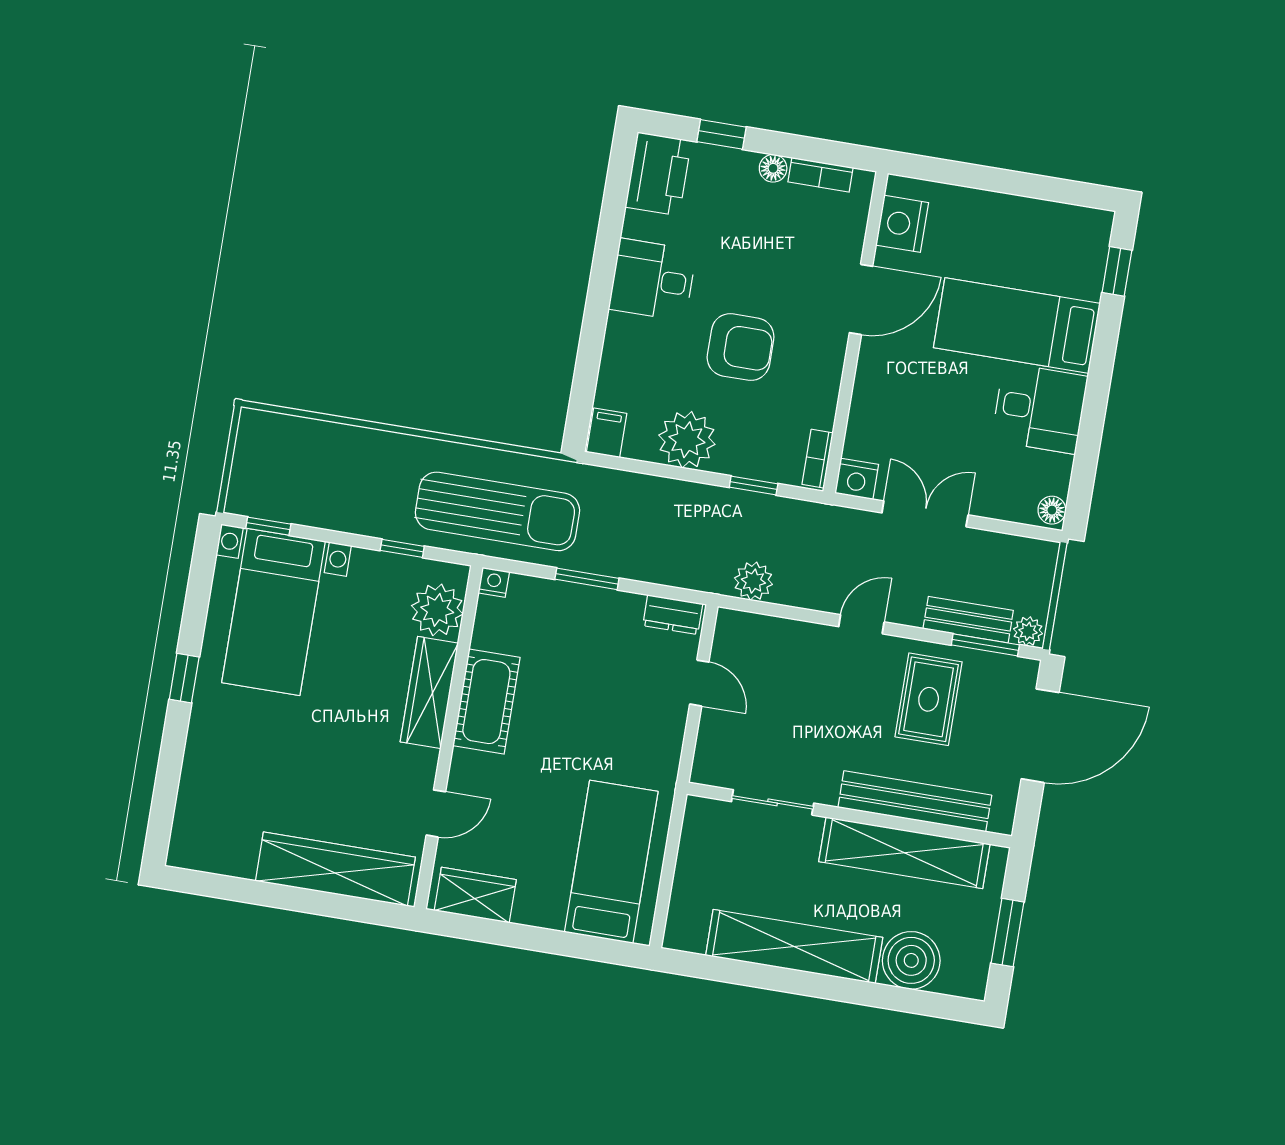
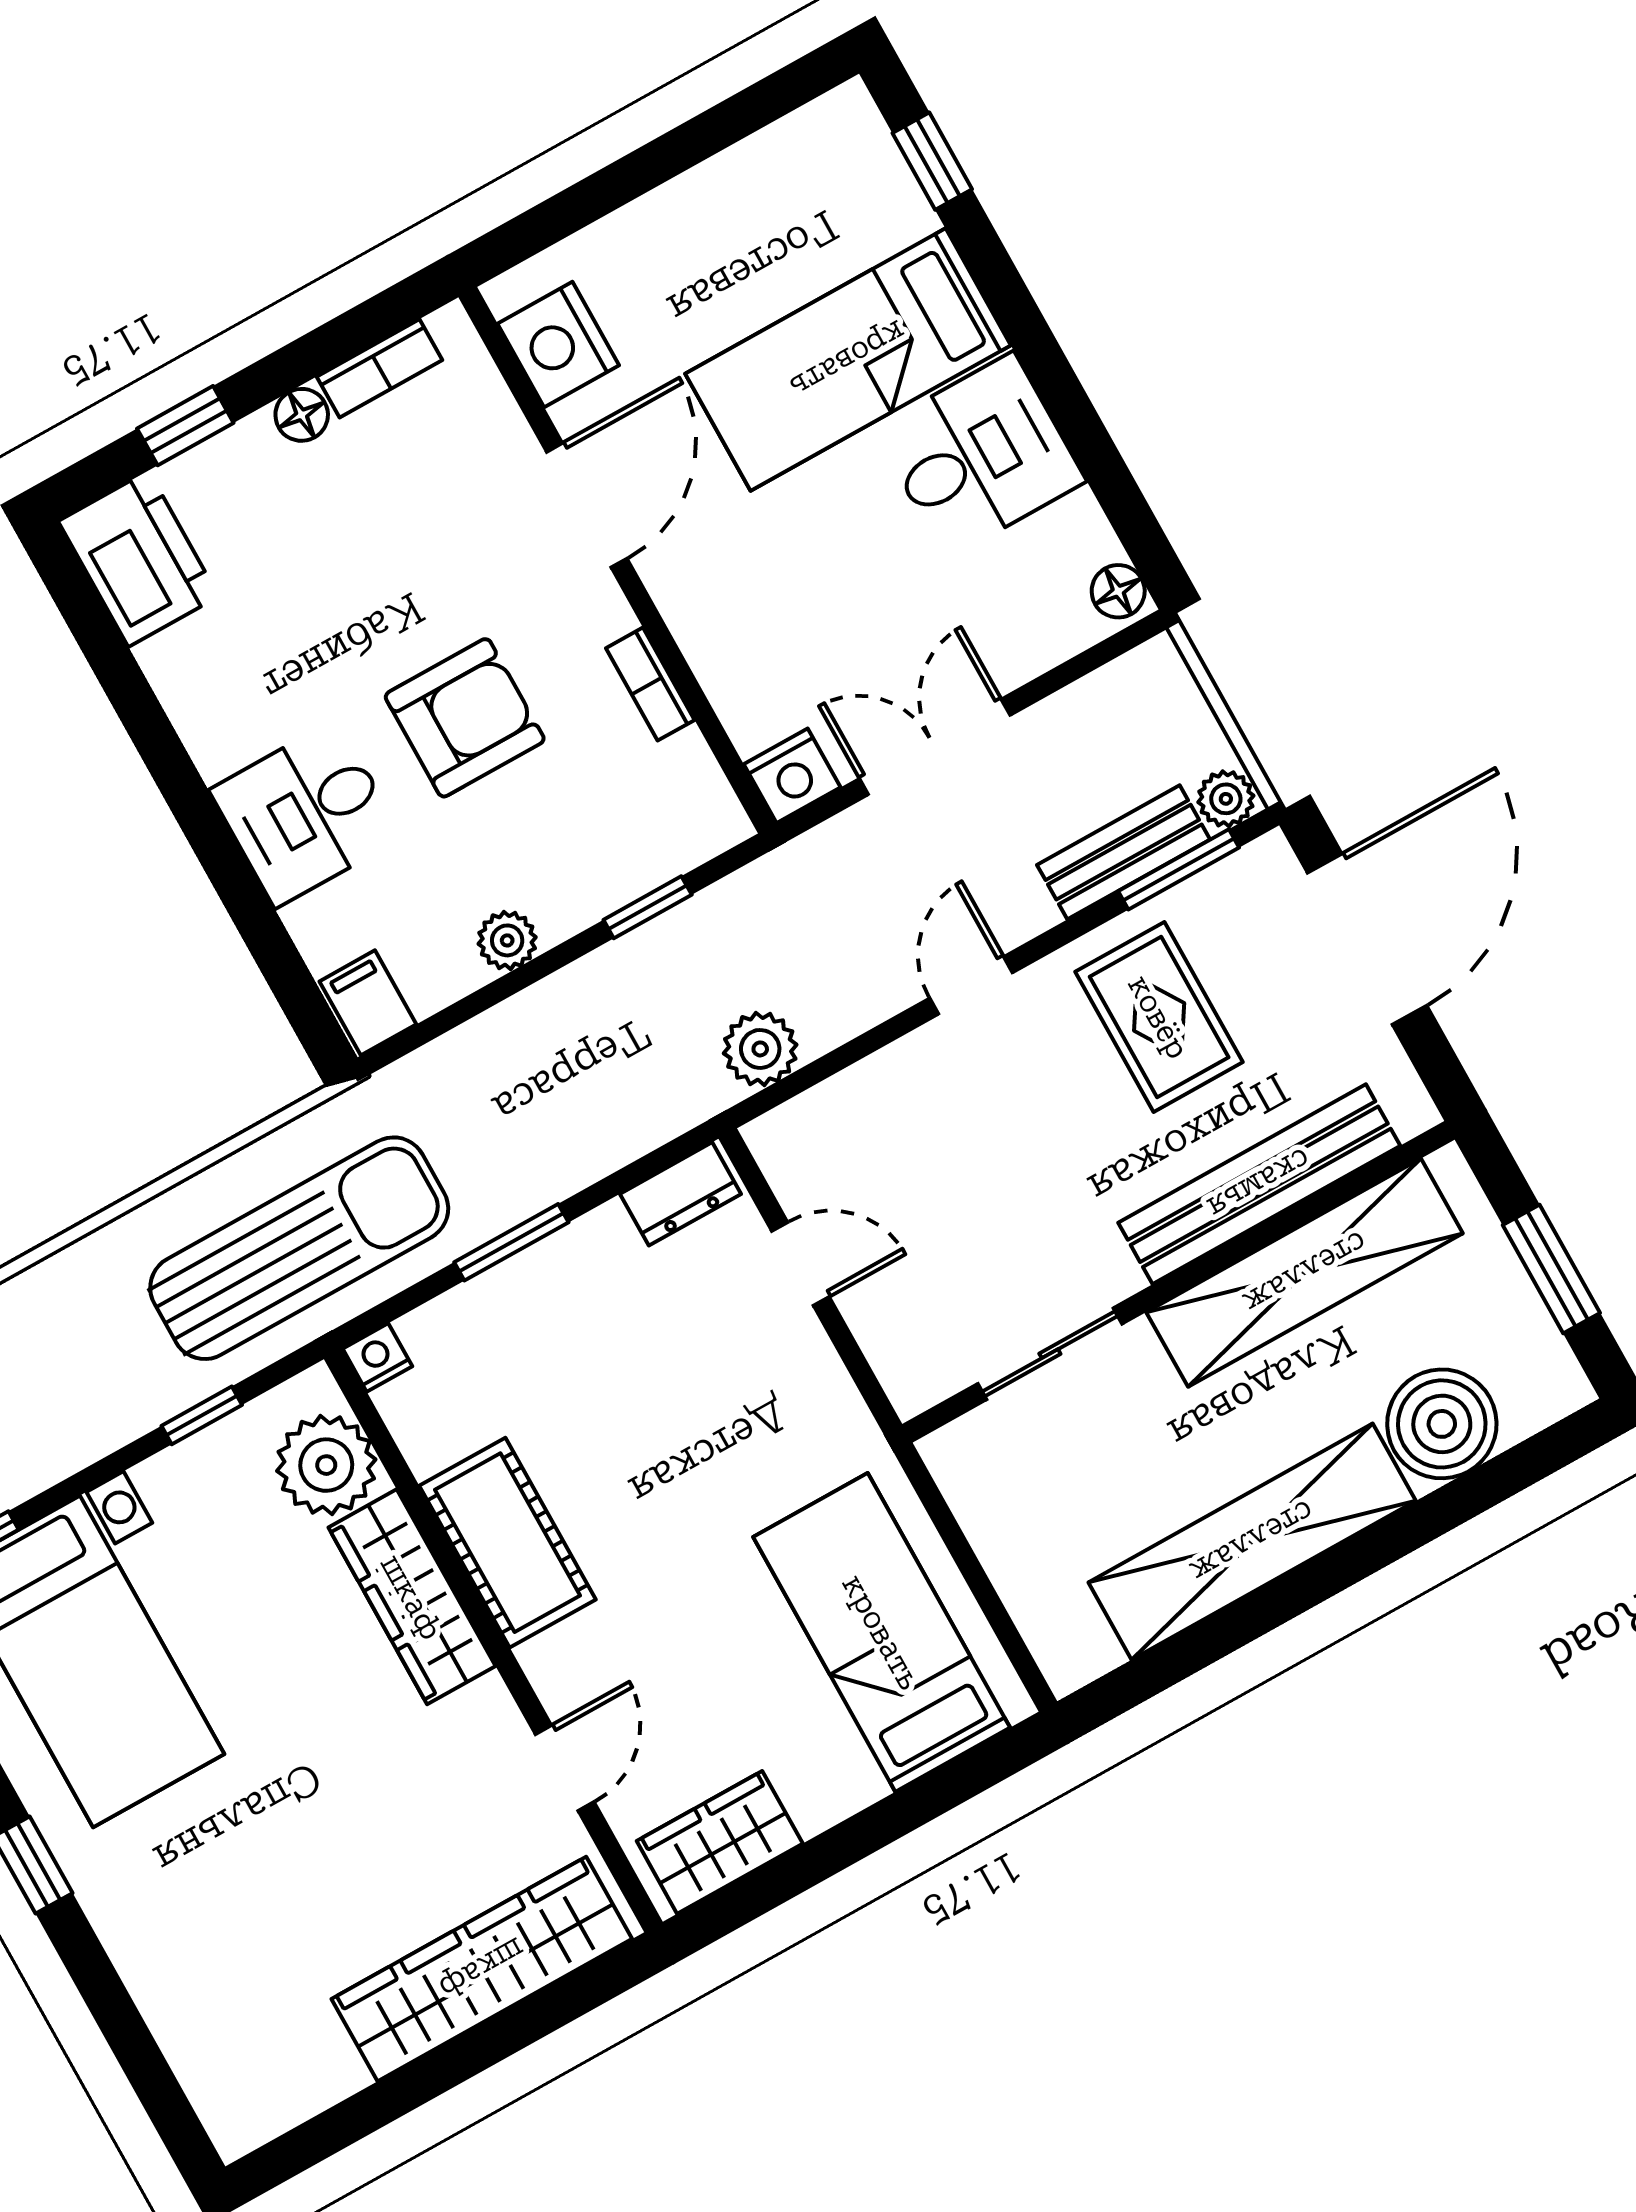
desk: (653, 280) -> (306, 814), moved
plant: (687, 440) -> (507, 940), width x0.53, depth x0.53
bookcase: (818, 459) -> (650, 684), moved

